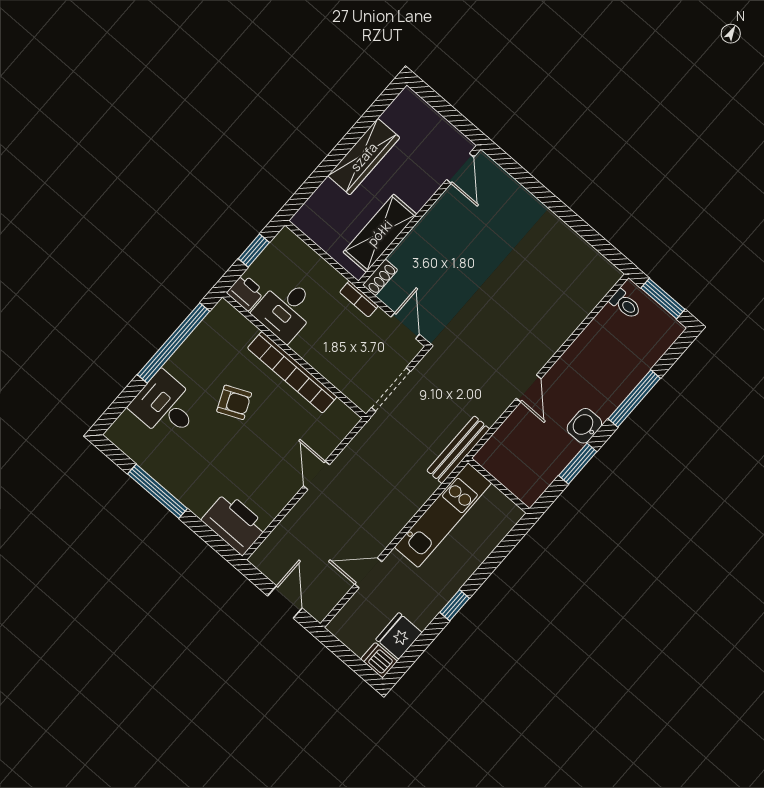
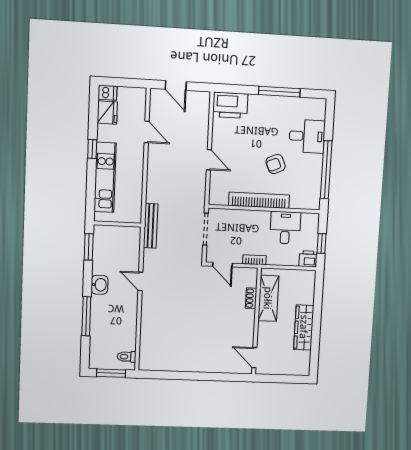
shoe rack: (380, 277) -> (251, 298), moved
printer: (246, 292) -> (308, 259), moved, turned 180
window: (578, 464) -> (89, 247), moved
kitchen unit: (443, 515) -> (105, 177), moved, turned 180
door: (368, 573) -> (147, 132), hinge flipped

